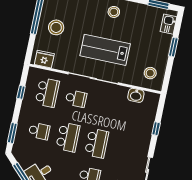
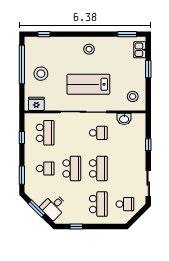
school desk: (76, 99) -> (98, 133), moved

